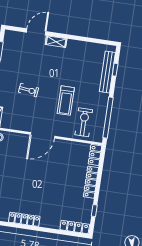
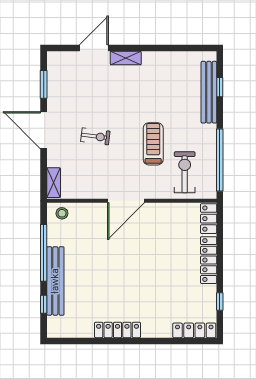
treadmill: (66, 101) -> (153, 144), turned 180

